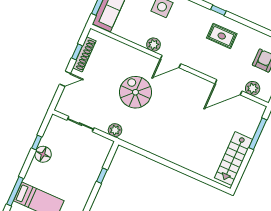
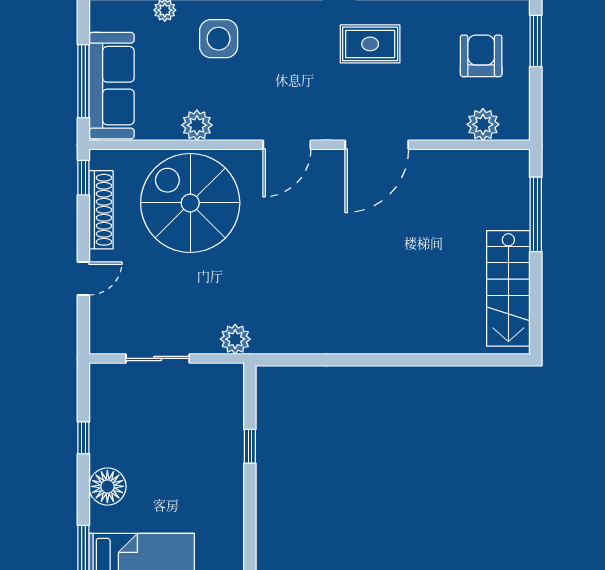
plant: (153, 45) -> (197, 125), moved
window: (77, 52) -> (83, 178), moved
door: (229, 87) -> (377, 145), moved
spiral stairs: (135, 92) -> (190, 203), moved, width x1.37, depth x1.37
floor lamp: (43, 154) -> (107, 486), moved

